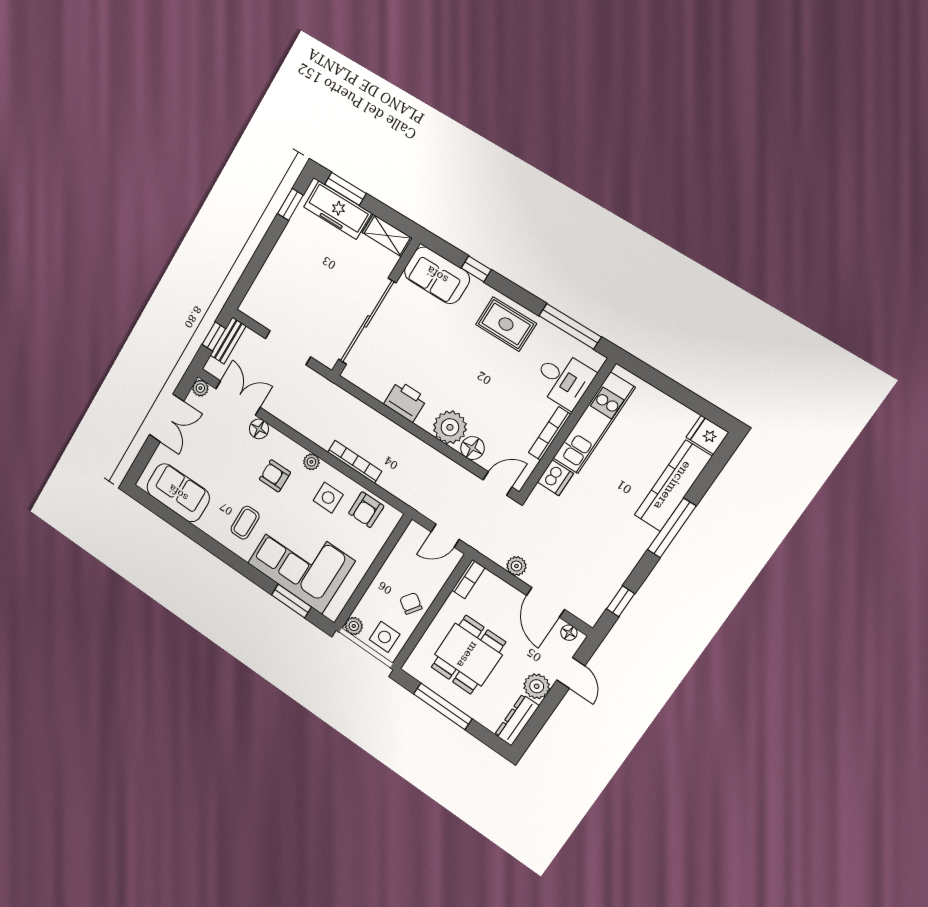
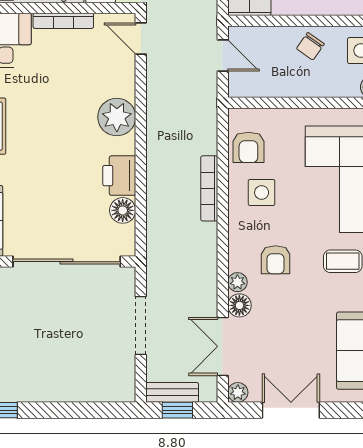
floor lamp: (472, 448) -> (123, 210), moved
plant: (311, 462) -> (237, 282), moved
armchair: (366, 510) -> (248, 147), turned 90

